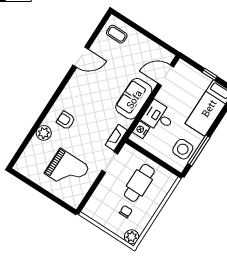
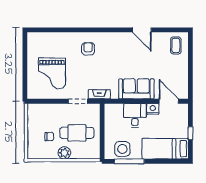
nightstand: (141, 130) -> (153, 109), moved
plant: (44, 133) -> (68, 39), removed
plant: (132, 237) -> (64, 153), moved

